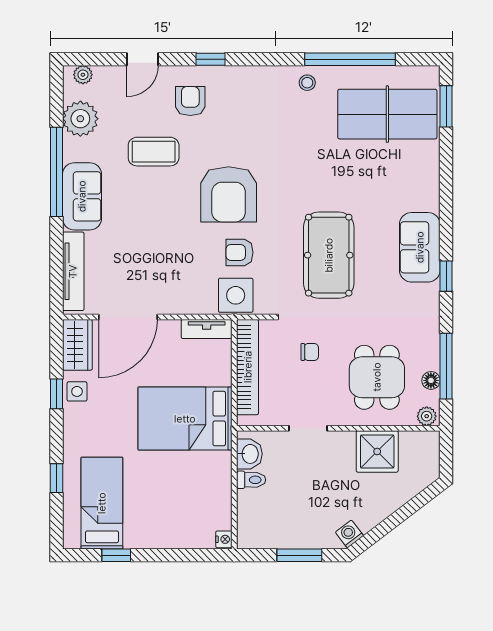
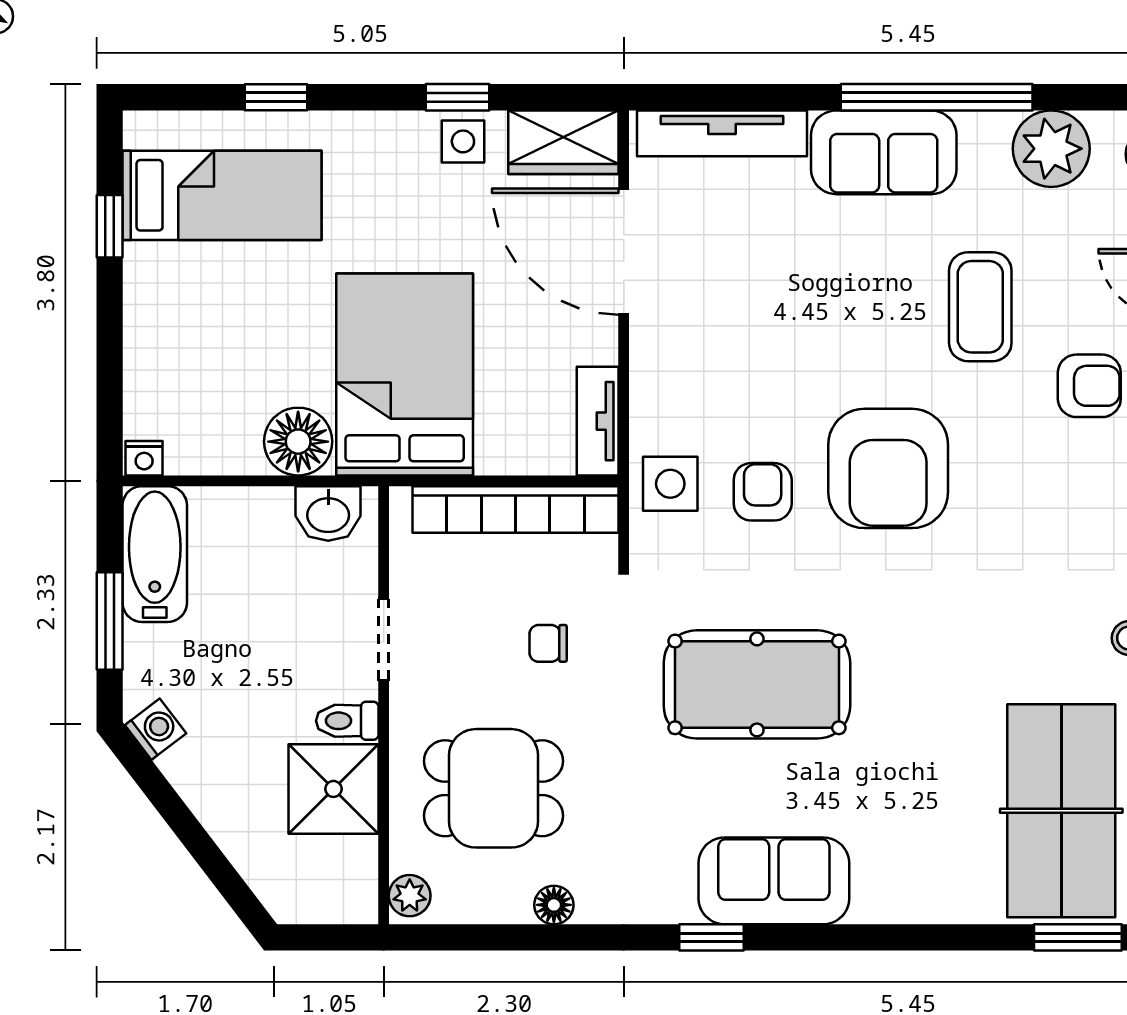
armchair: (229, 194) -> (888, 468), turned -90
side table: (236, 295) -> (670, 484), width x0.73, depth x0.73
chair: (310, 352) -> (548, 643), turned 90
window: (446, 366) -> (517, 937), removed
floor lamp: (431, 380) -> (554, 905), moved
floor lamp: (216, 468) -> (298, 442), added
toilet: (251, 480) -> (347, 721), moved, turned 90
bathtub: (268, 534) -> (155, 554), added

